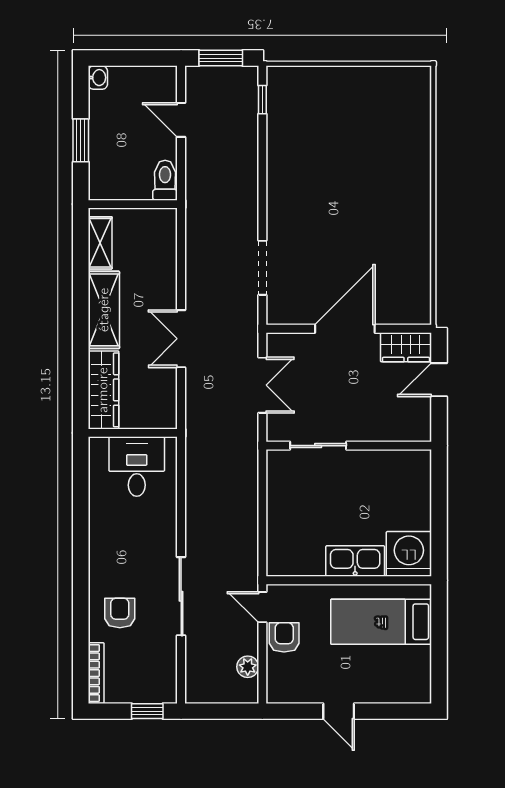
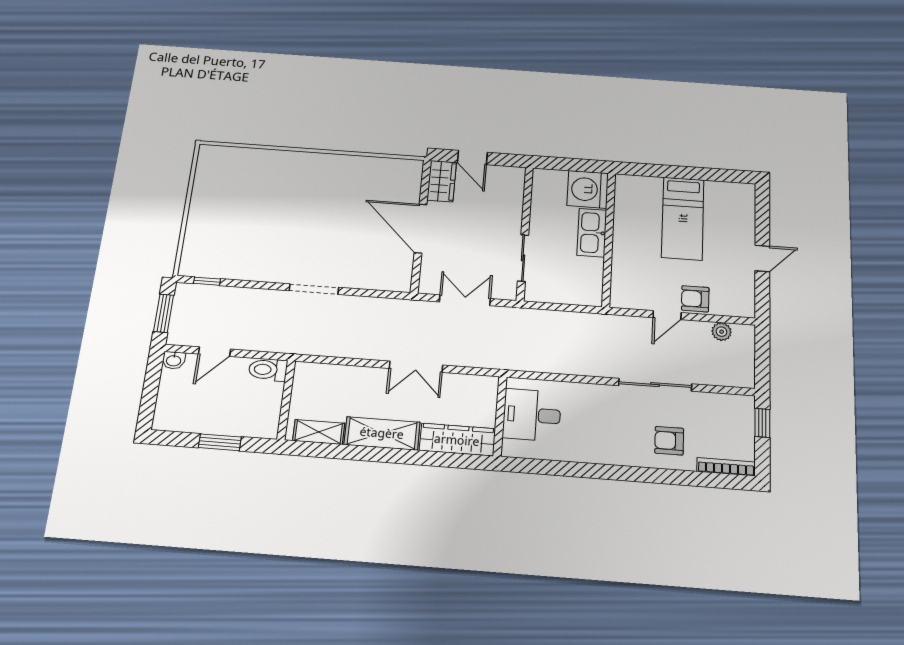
washbasin: (98, 78) -> (174, 360), moved, turned 180
doorway: (262, 268) -> (314, 289), moved
washing machine: (409, 554) -> (588, 189), moved
kitchen sink: (355, 561) -> (592, 233), moved
wall: (349, 580) -> (609, 239), moved

